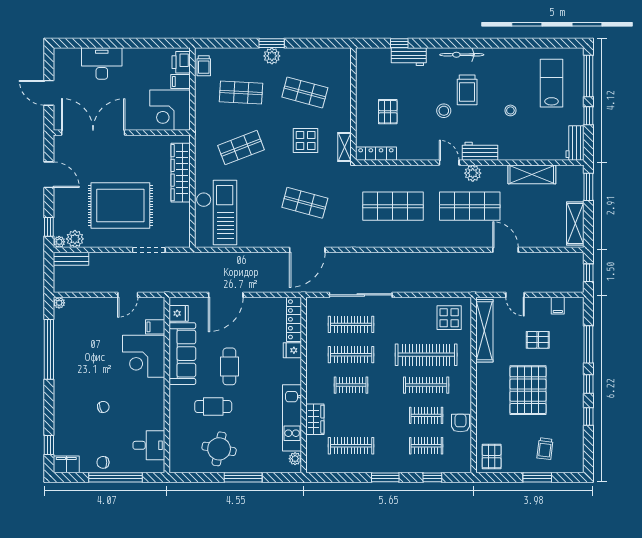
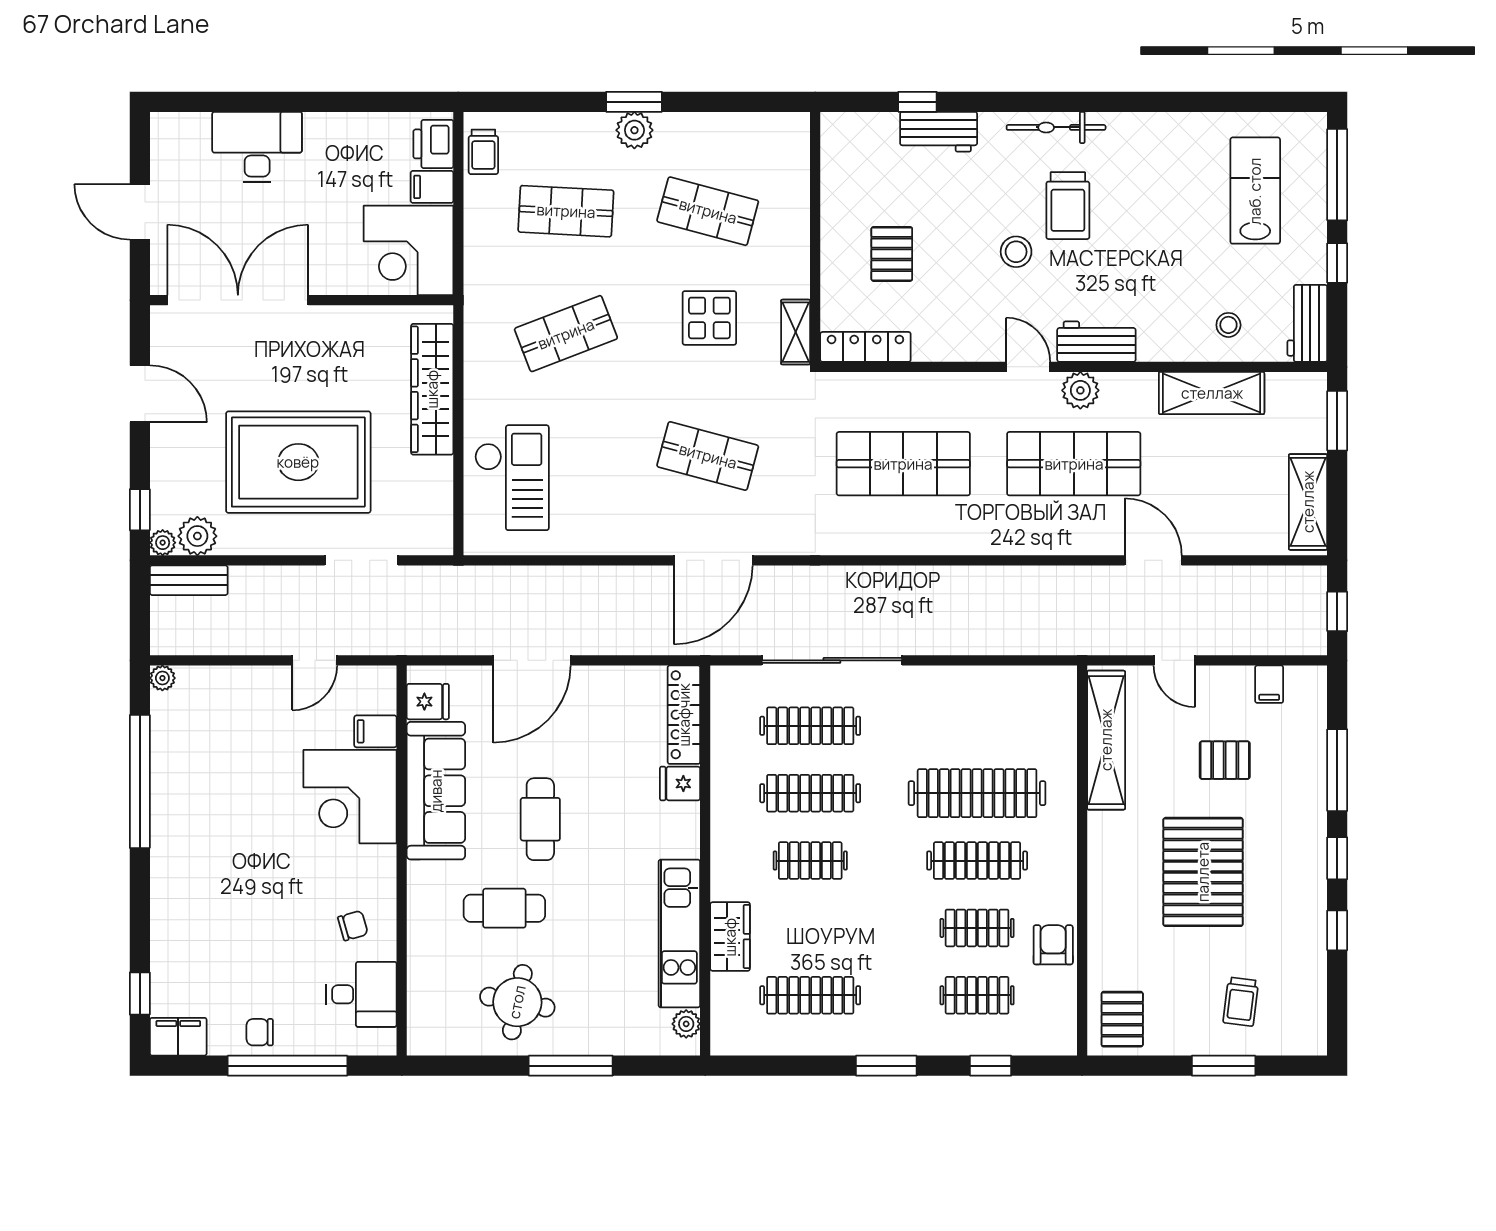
stool: (510, 110) -> (1228, 325), moved
checkout: (217, 213) -> (512, 478), width x0.73, depth x0.83
display table: (449, 318) -> (1028, 711), removed
chair: (103, 407) -> (353, 926), moved

